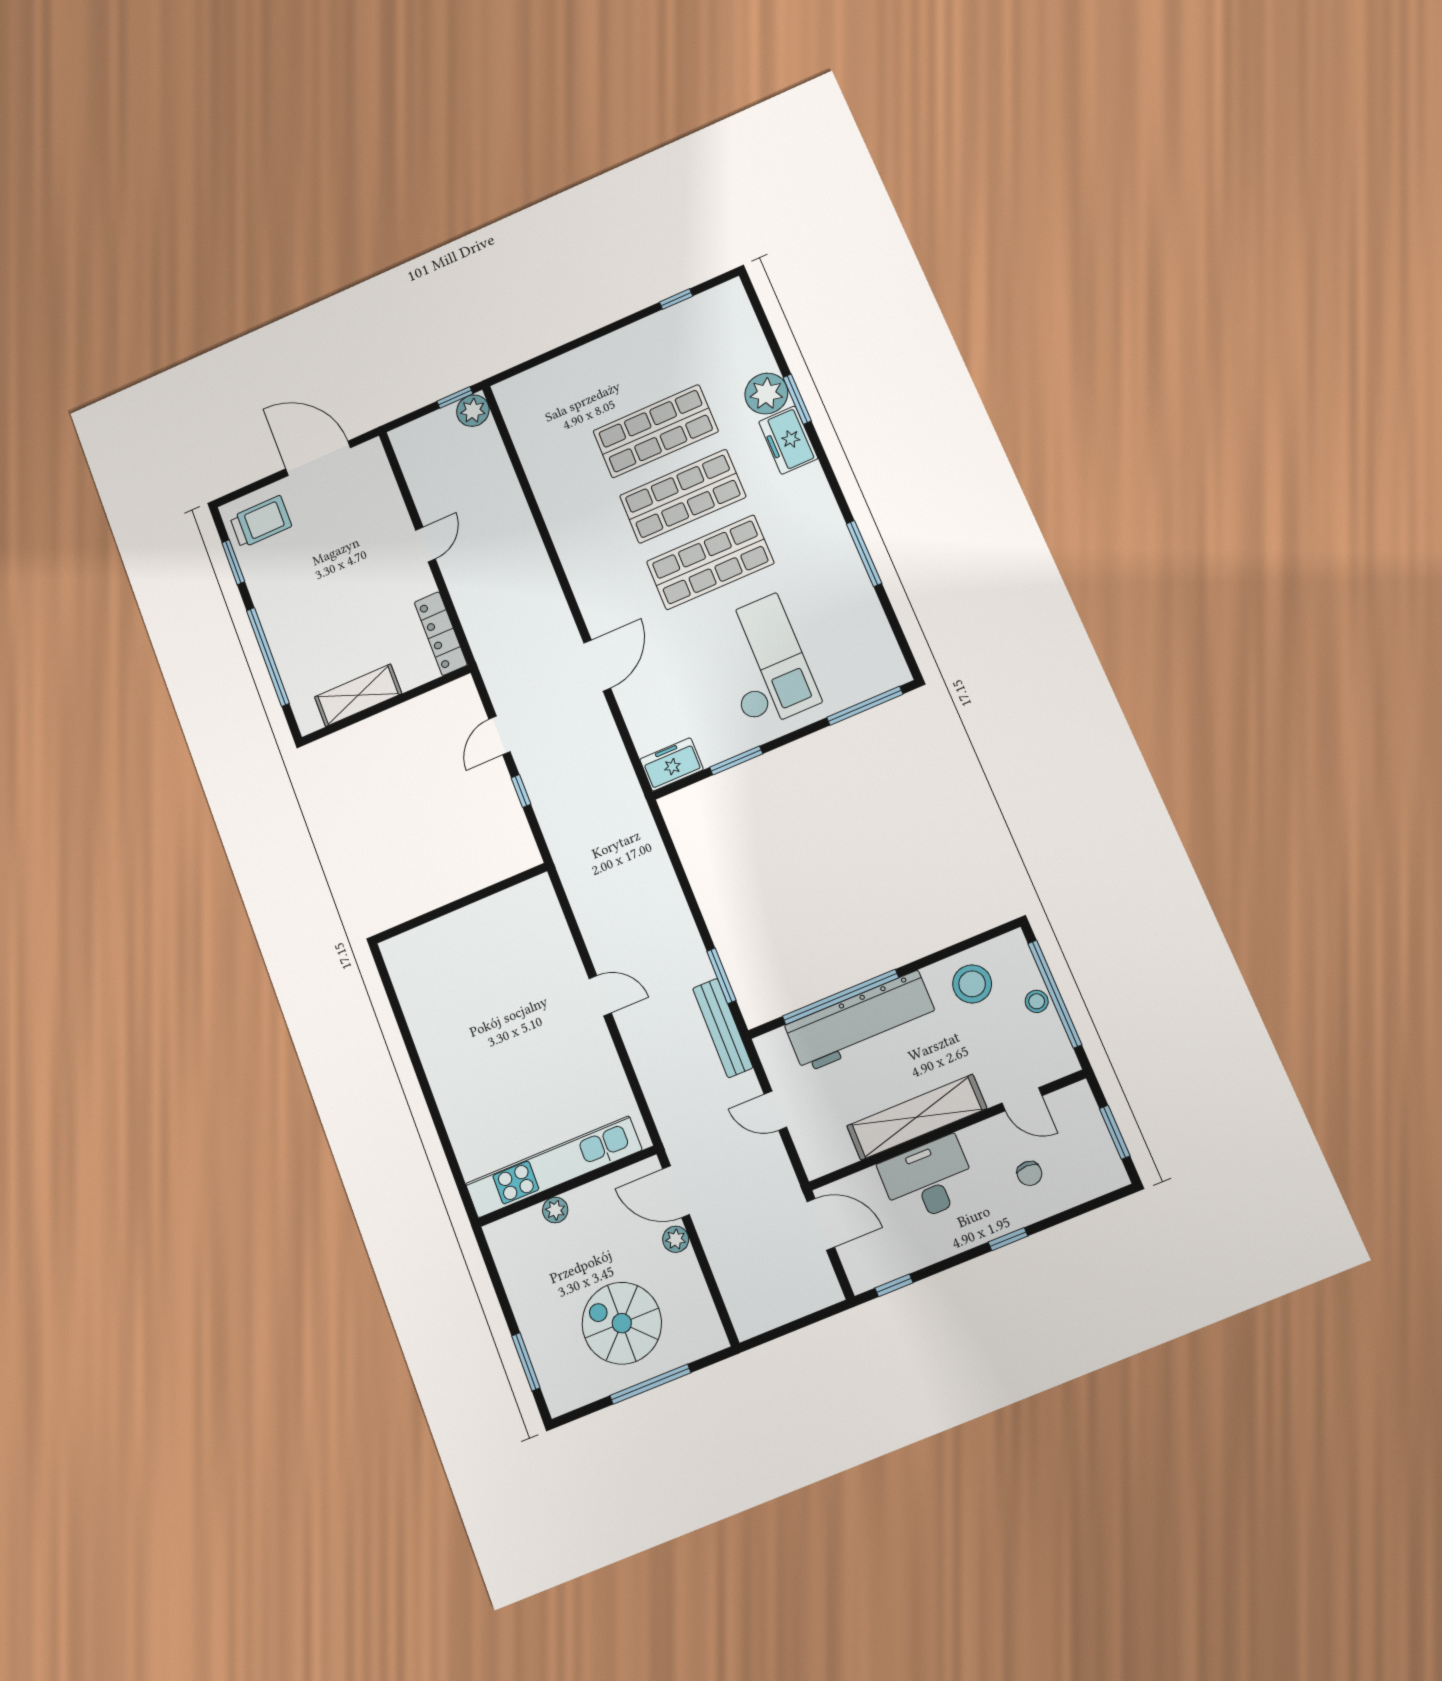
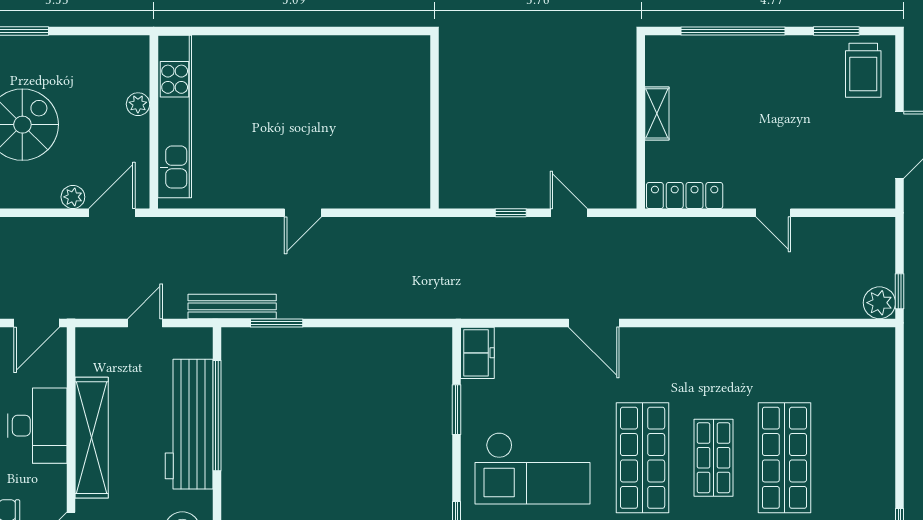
shop shelf: (683, 496) -> (714, 458), width x0.70, depth x0.74
shelving: (358, 695) -> (657, 113), width x0.67, depth x0.75

